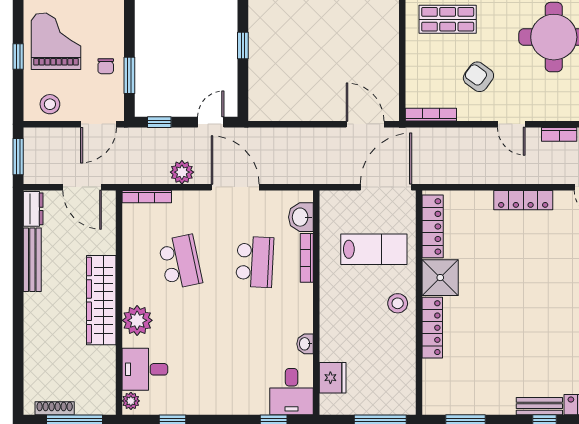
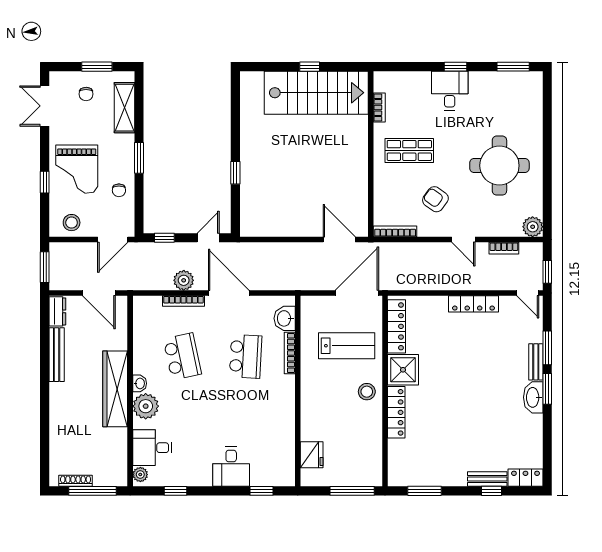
grand piano: (56, 41) -> (77, 169), turned 180
window: (129, 75) -> (139, 158), moved
bookcase: (147, 197) -> (183, 301), moved
washbasin: (305, 344) -> (140, 383), moved, turned 180
desk: (292, 392) -> (231, 467), moved

